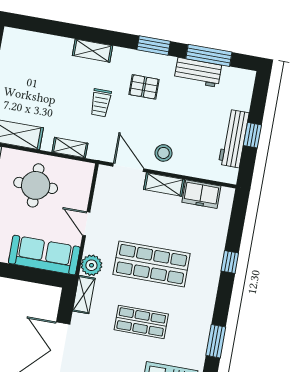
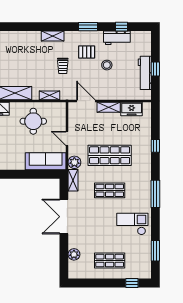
window: (209, 55) -> (121, 27), width x0.46
stool: (163, 153) -> (107, 65), moved
window: (216, 341) -> (155, 194), width x1.44

